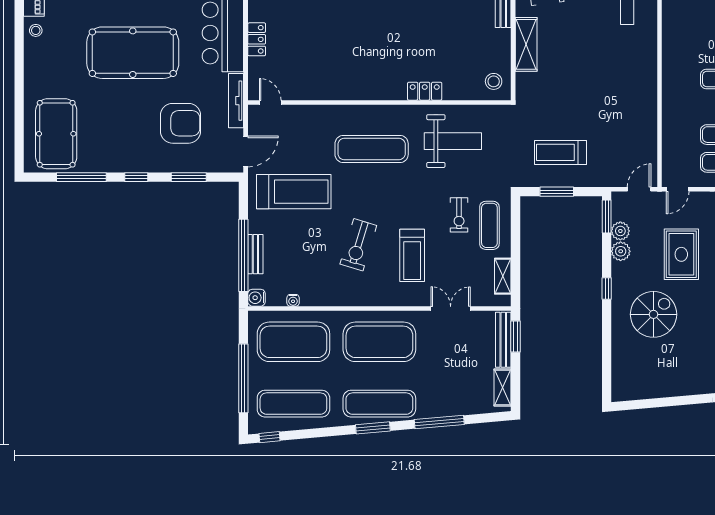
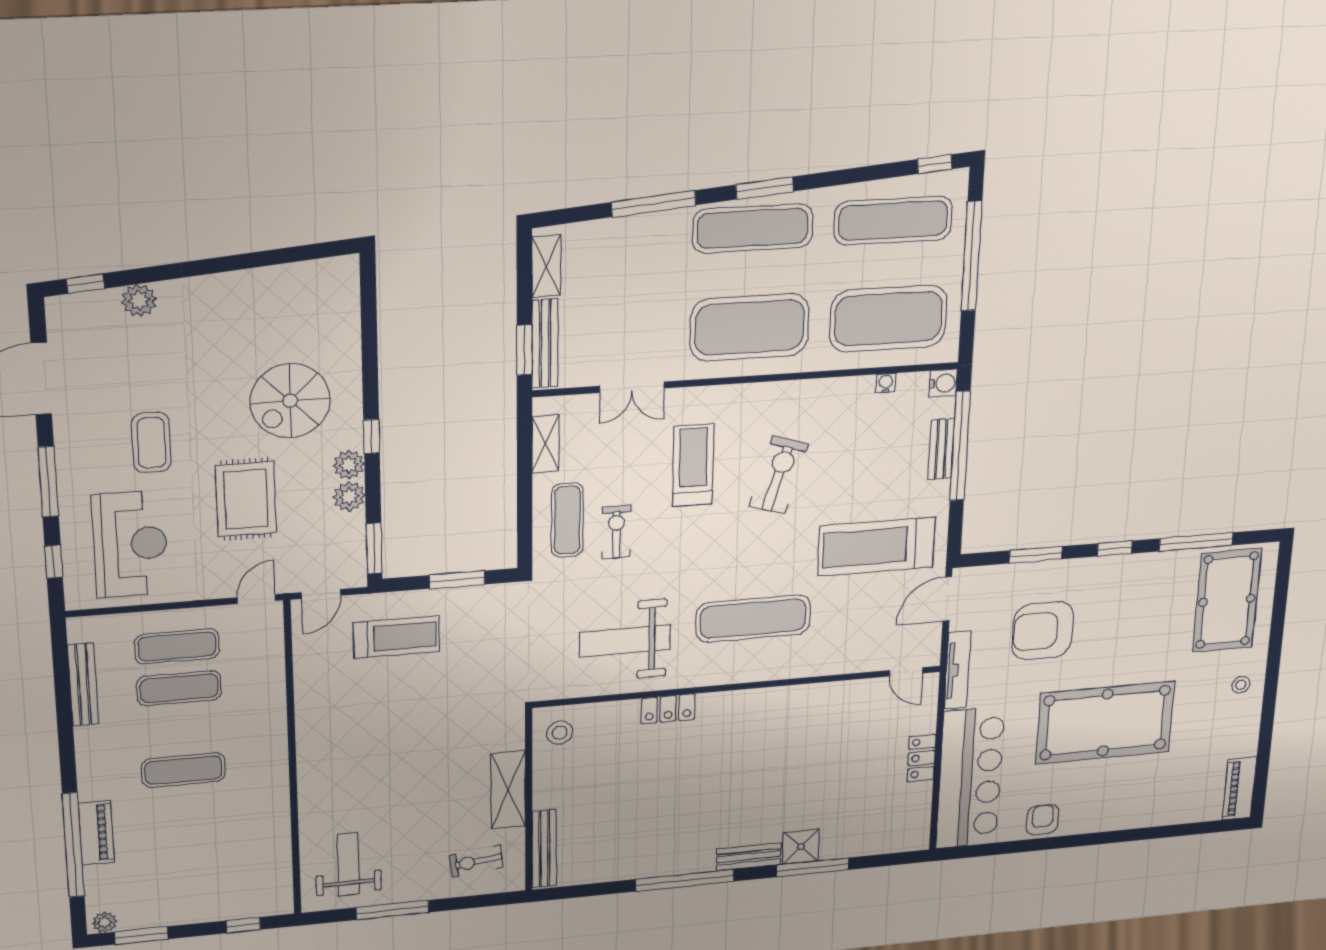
stool: (36, 30) -> (1241, 685), moved
treadmill: (561, 152) -> (396, 637), moved
plant: (620, 231) -> (349, 465), moved

